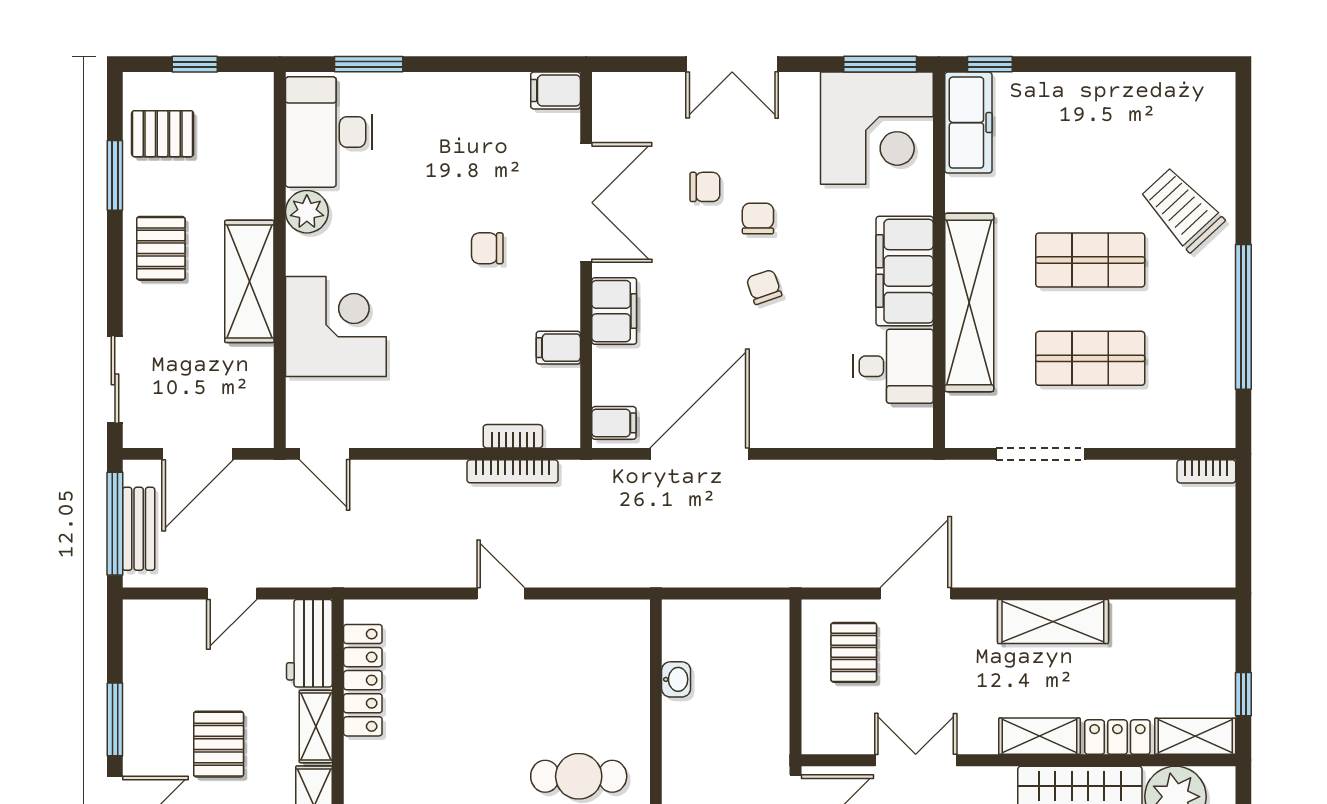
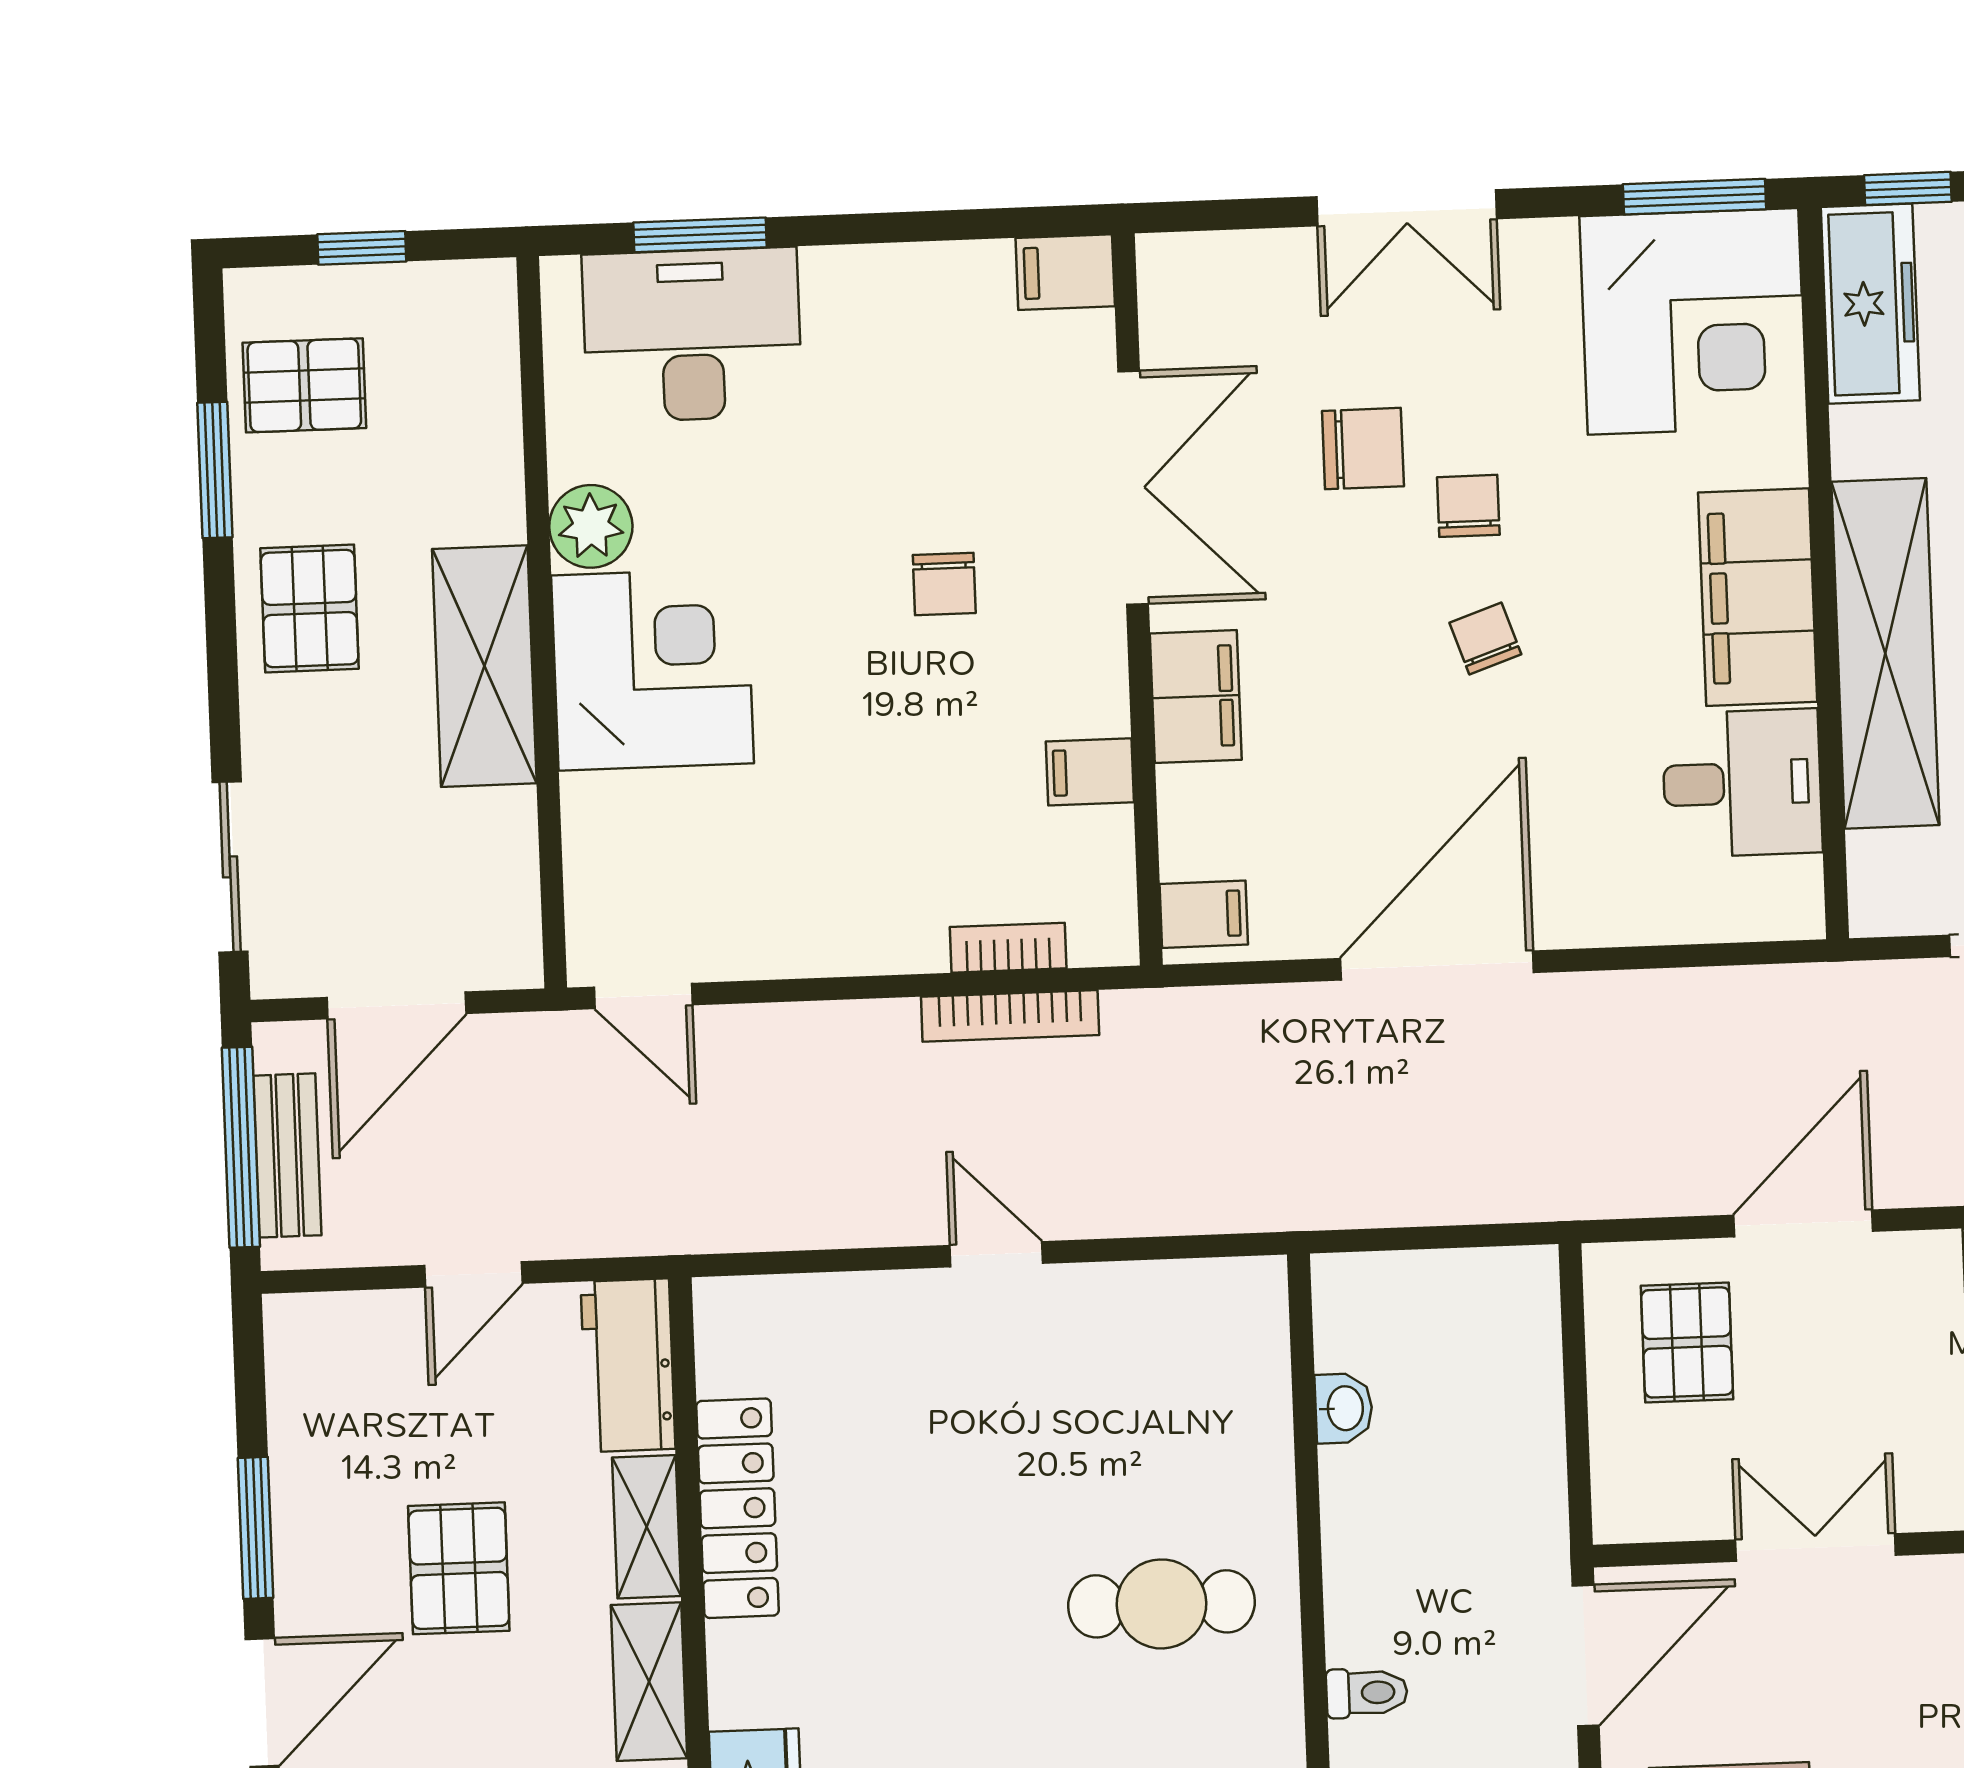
desk: (329, 132) -> (692, 335), moved, turned 90
chair: (705, 187) -> (1363, 449), width x1.37, depth x1.37
chair: (487, 248) -> (944, 584), turned -90
corner desk: (336, 327) -> (653, 669), moved
door: (700, 454) -> (1437, 965), moved
locker: (363, 680) -> (737, 1508), moved

